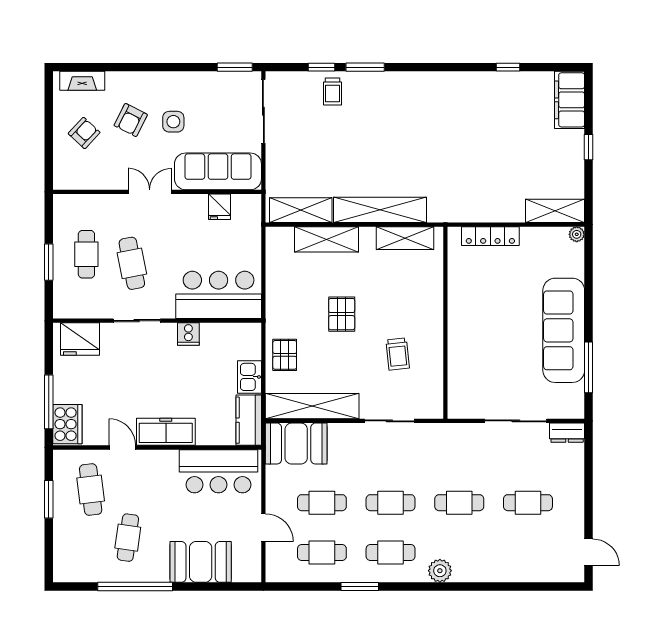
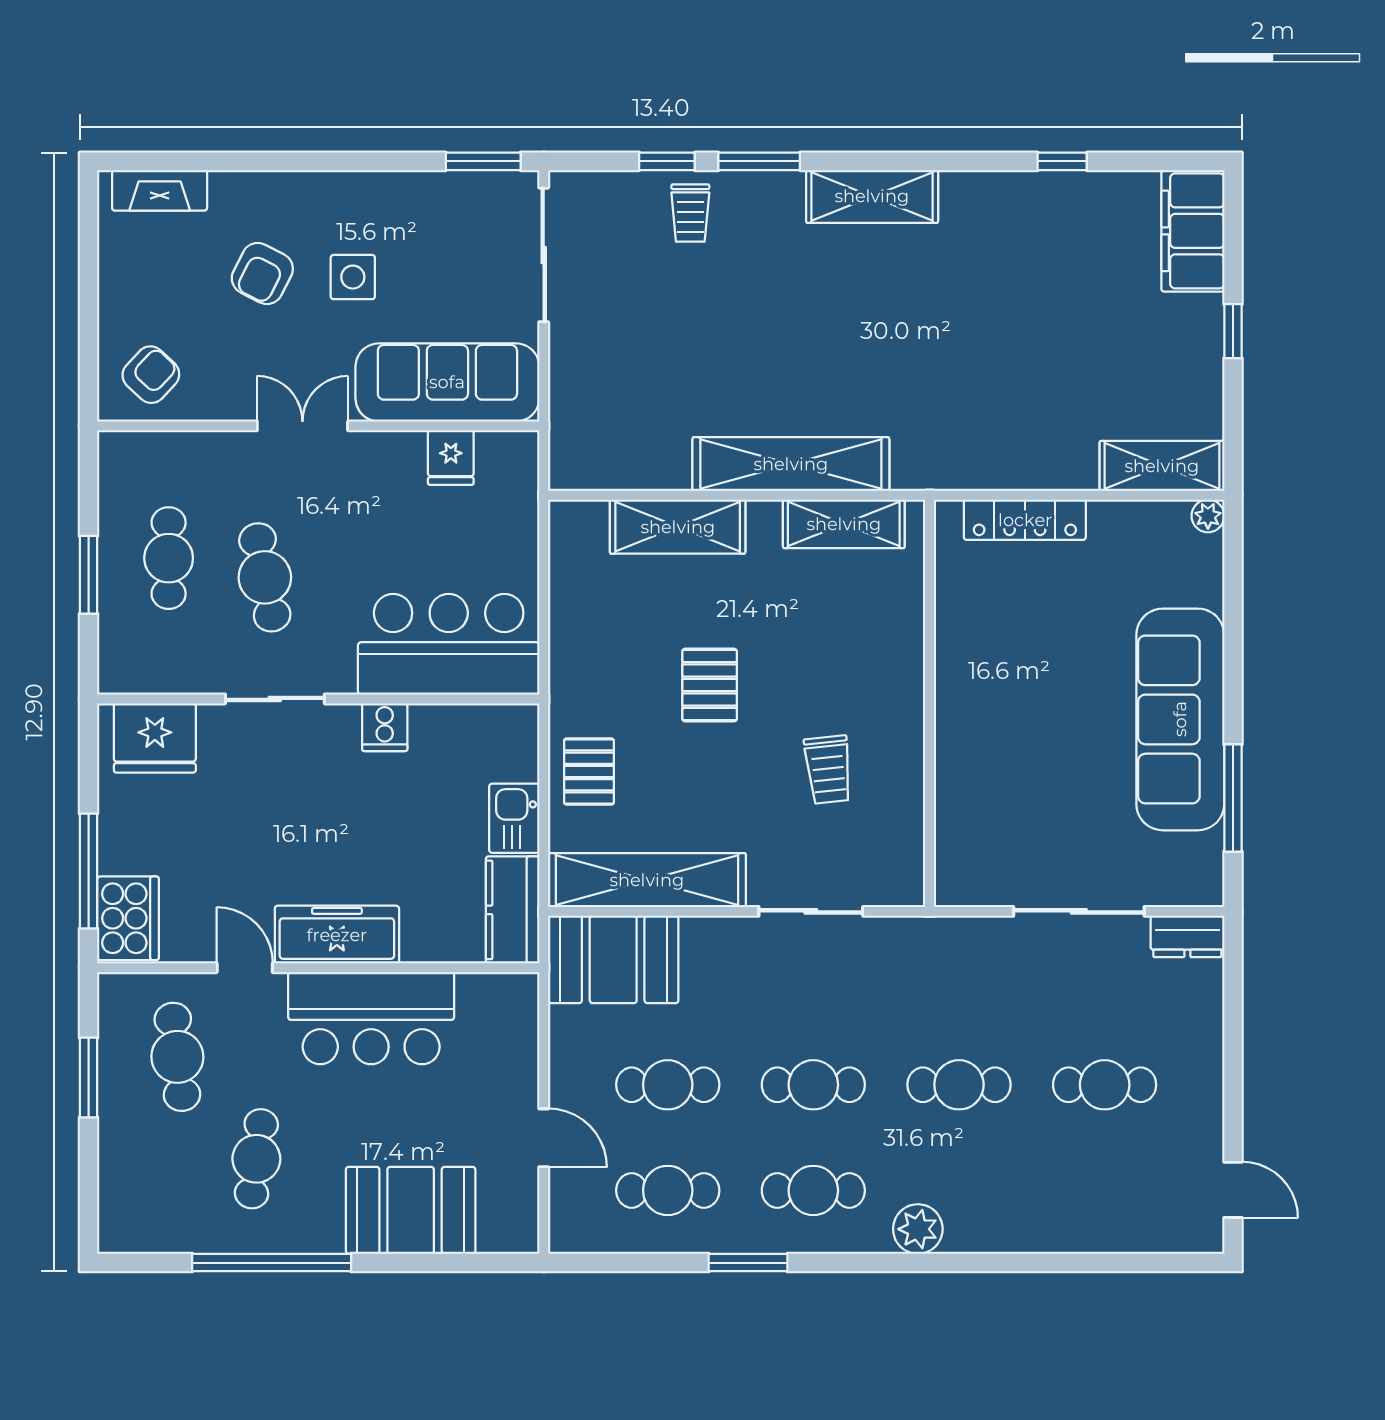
armchair: (84, 133) -> (151, 375), moved
shelving: (301, 210) -> (872, 196), moved
bar counter: (218, 471) -> (371, 1018), moved

